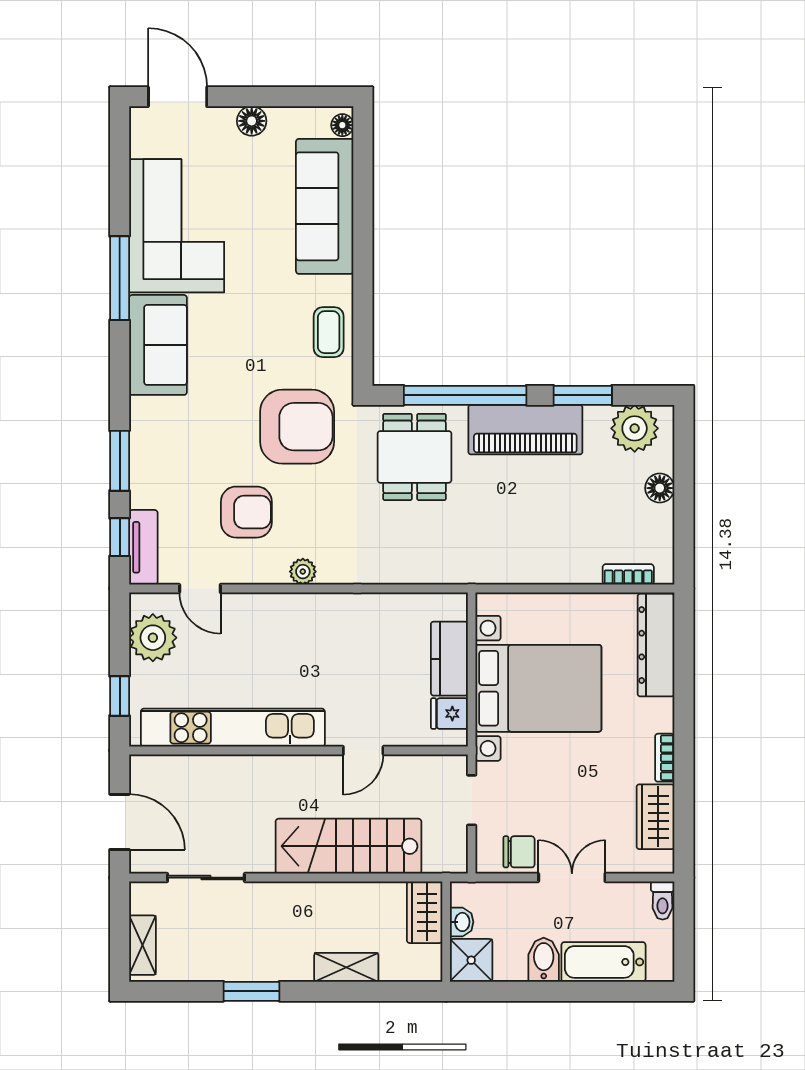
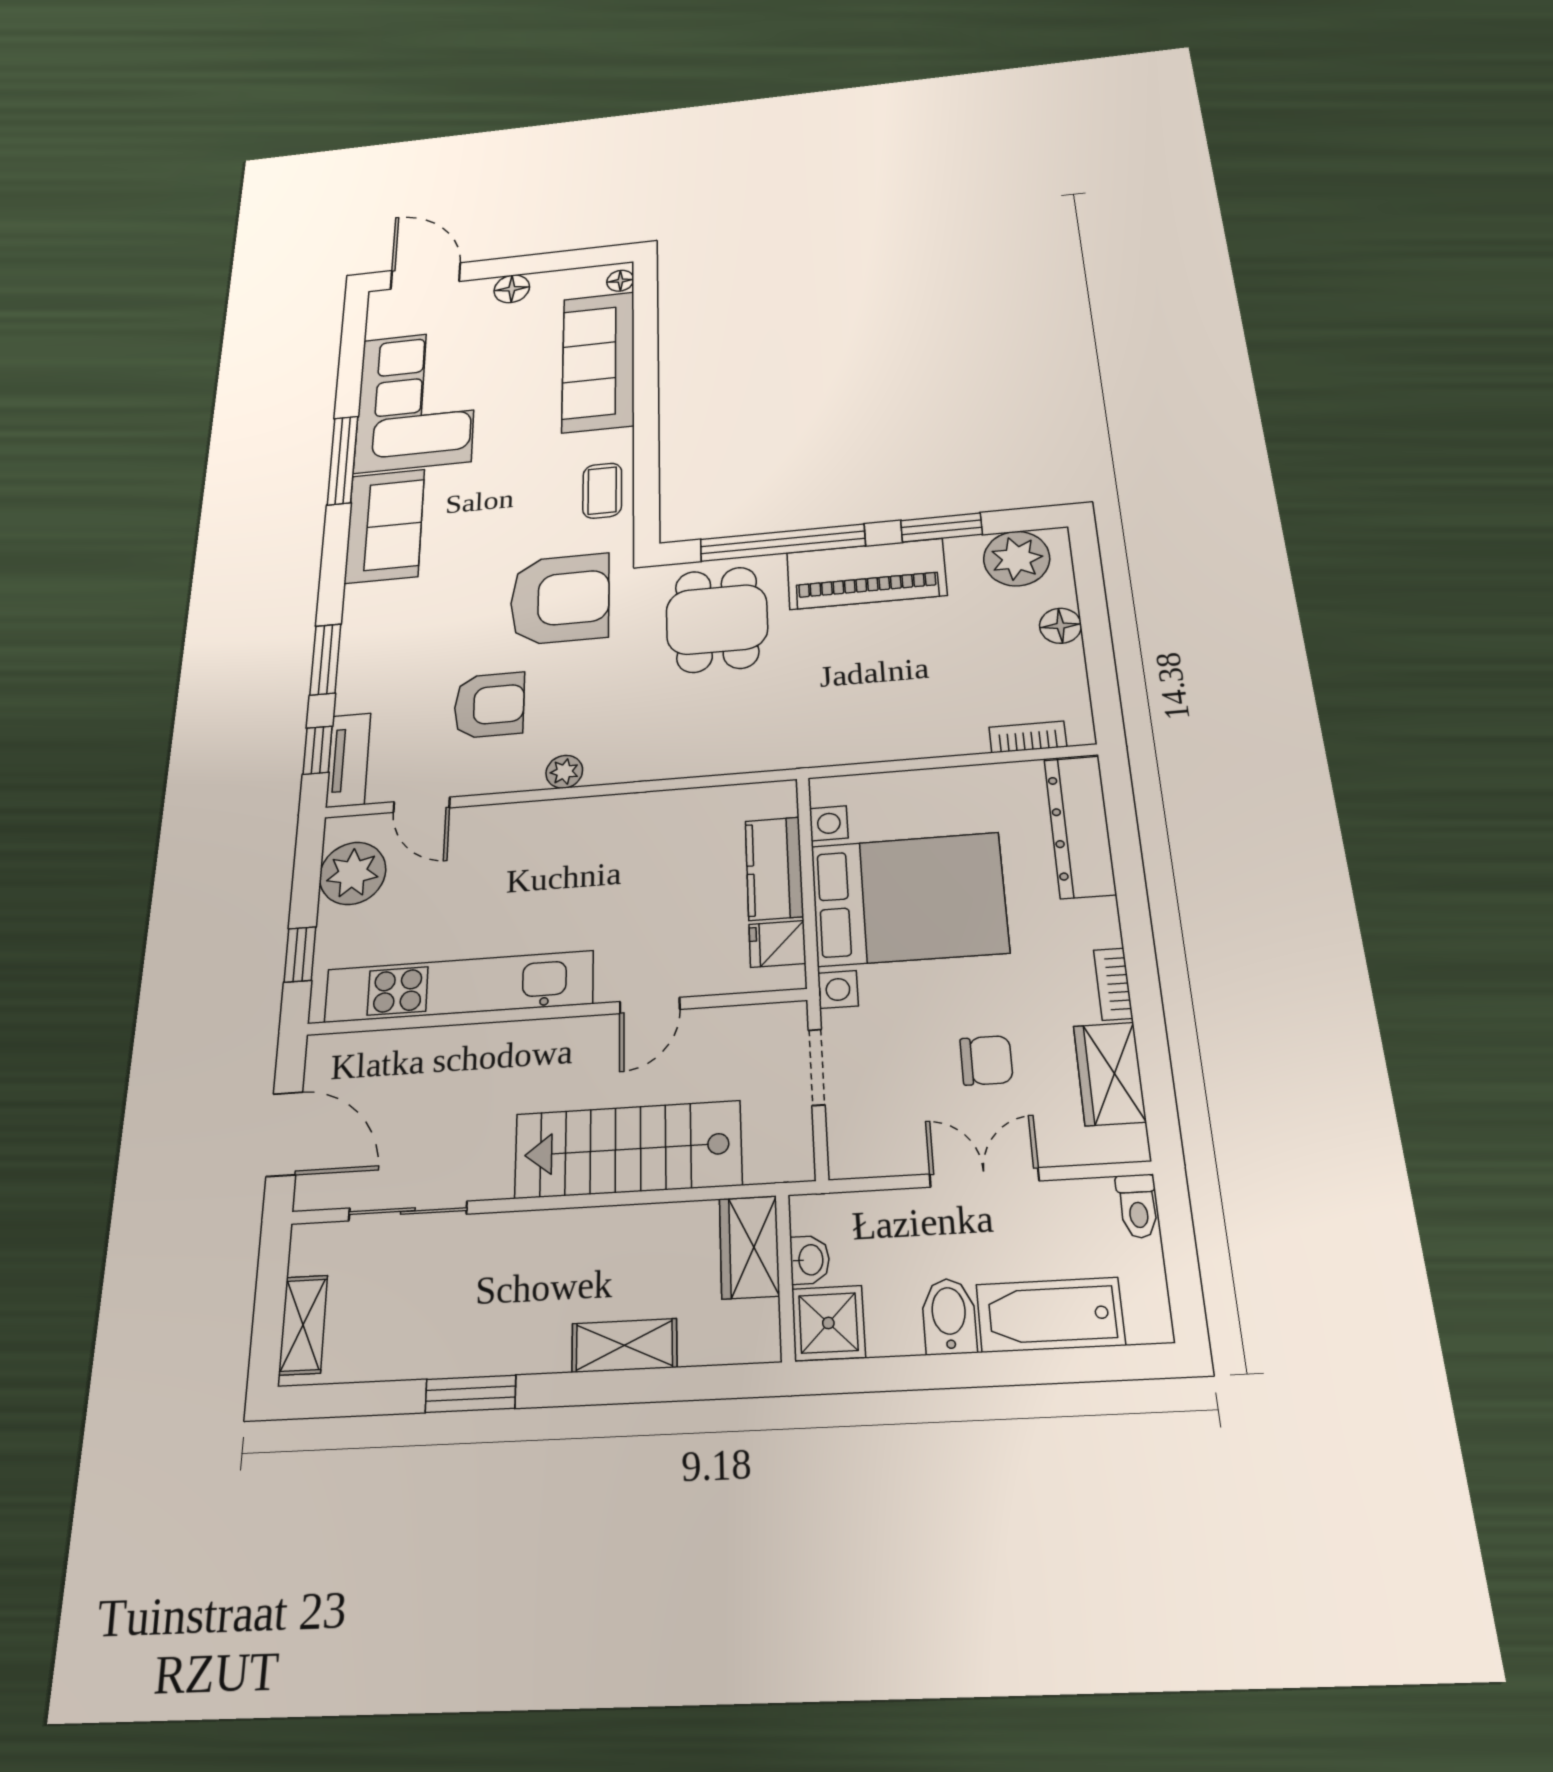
chair: (519, 852) -> (986, 1060), moved

